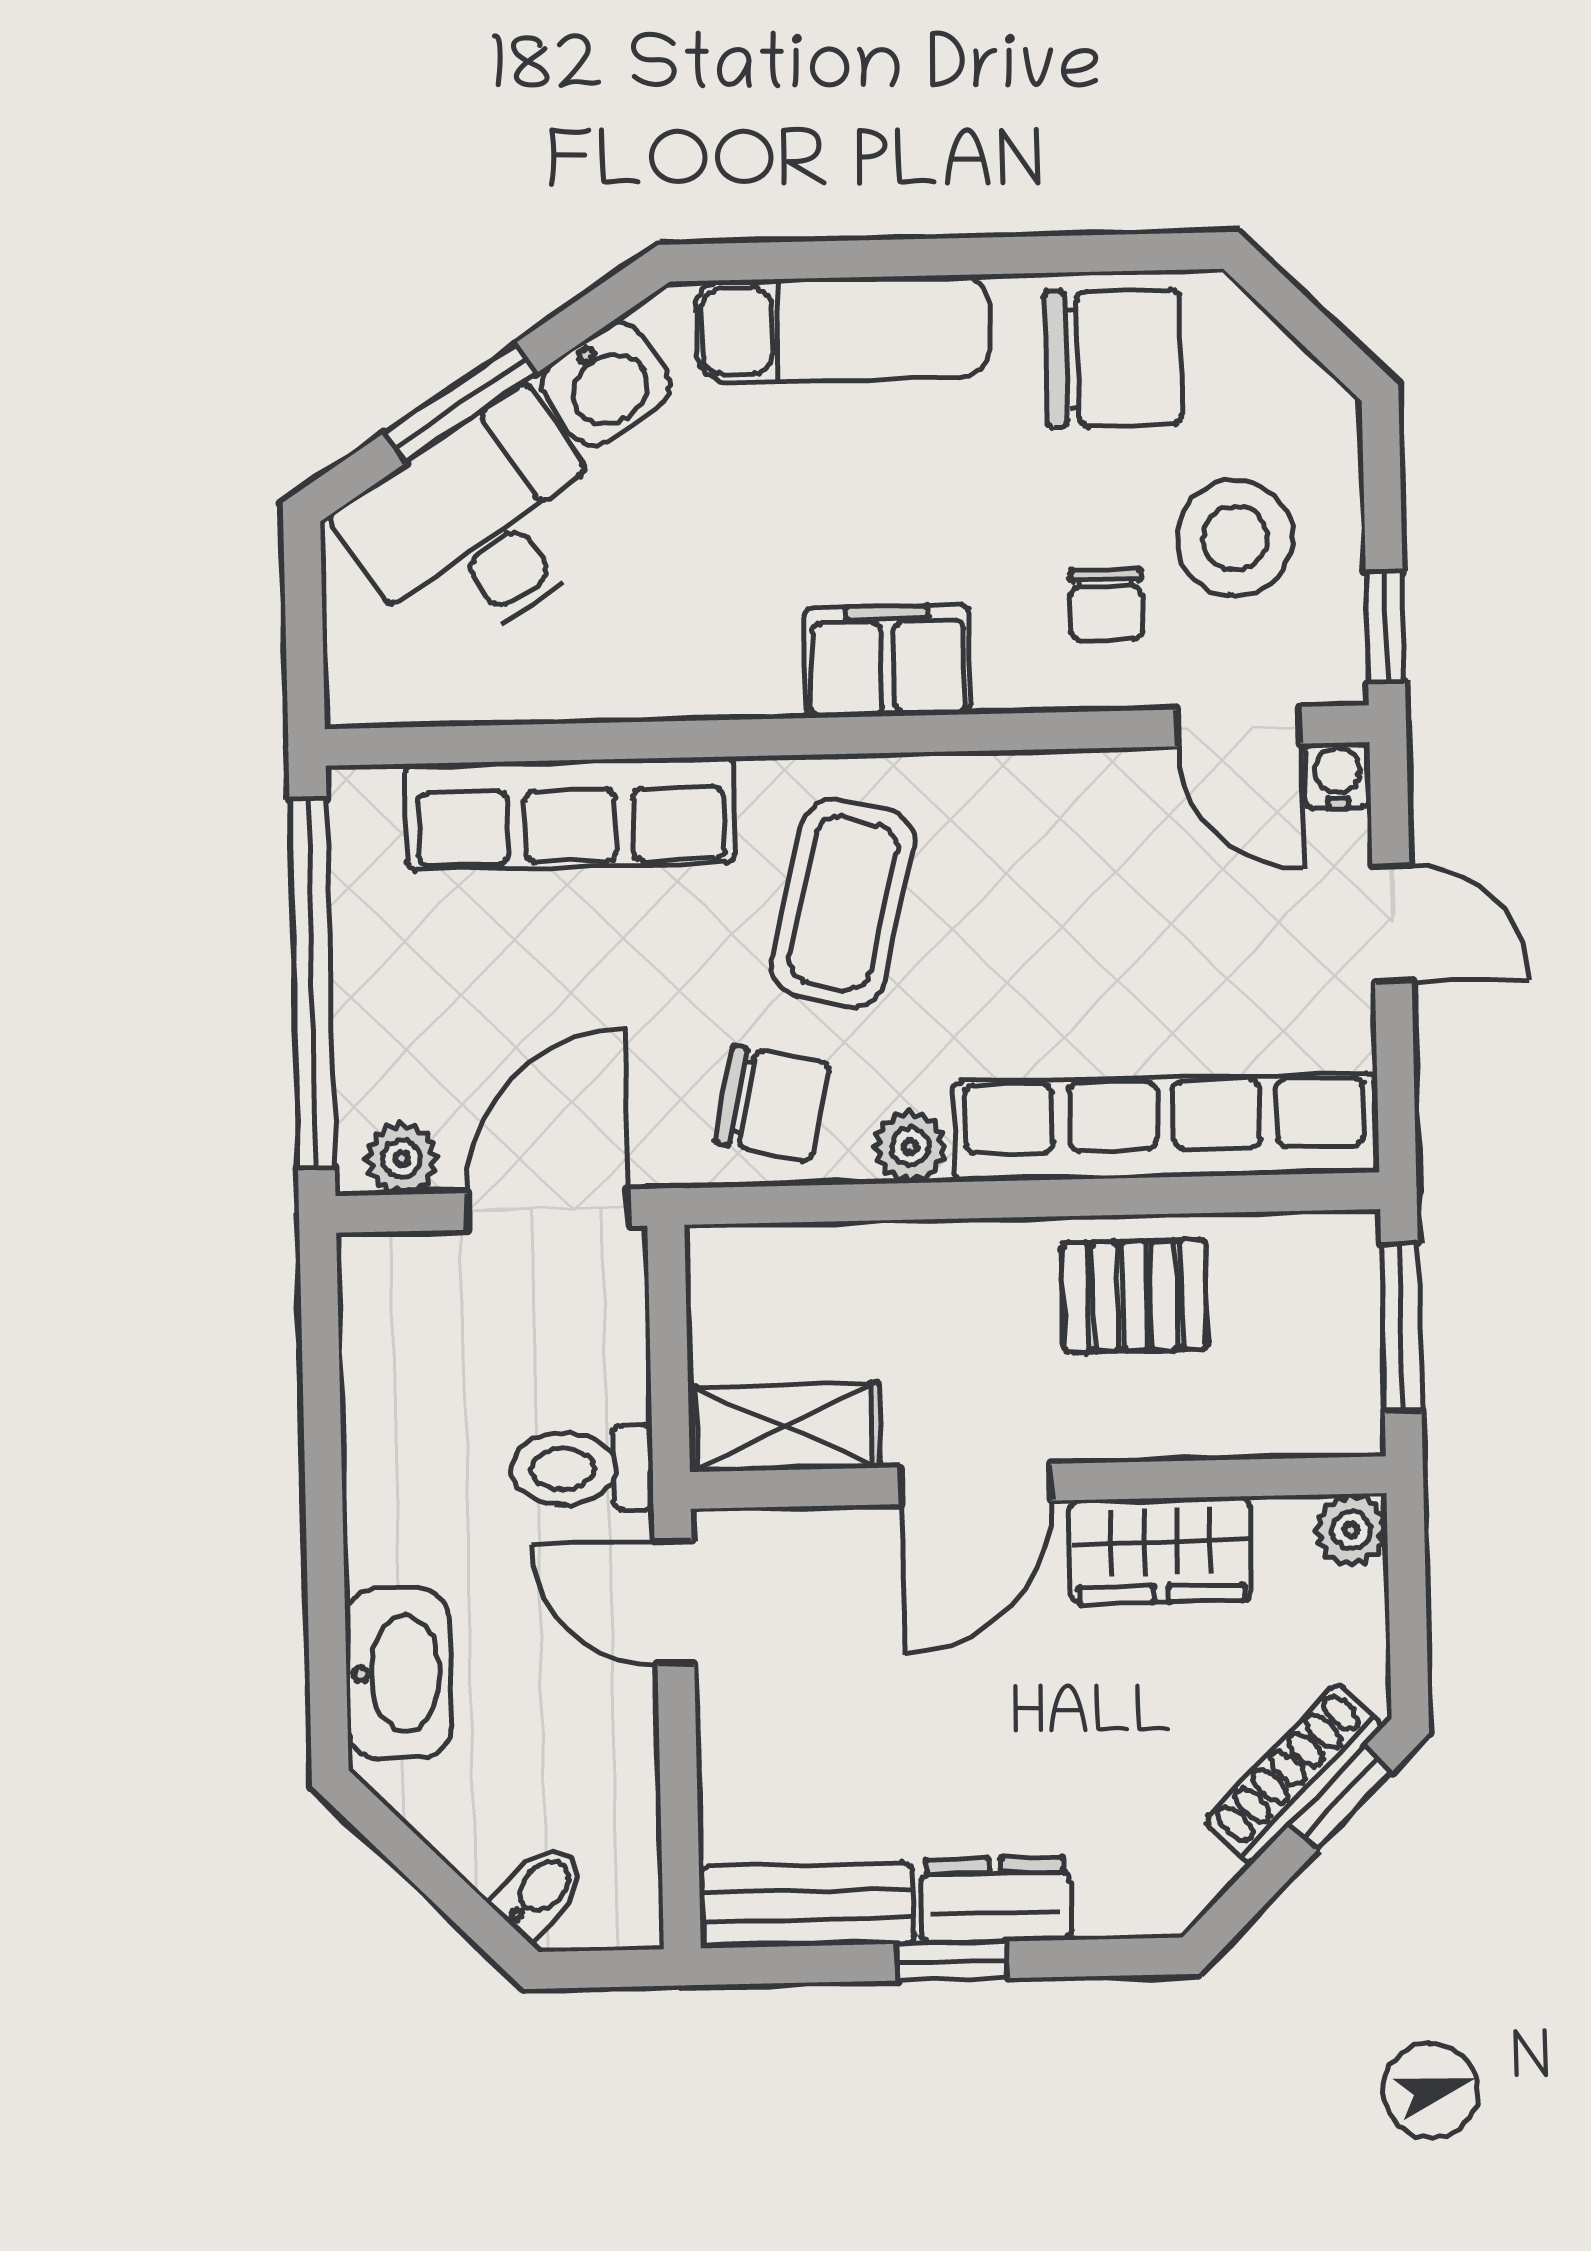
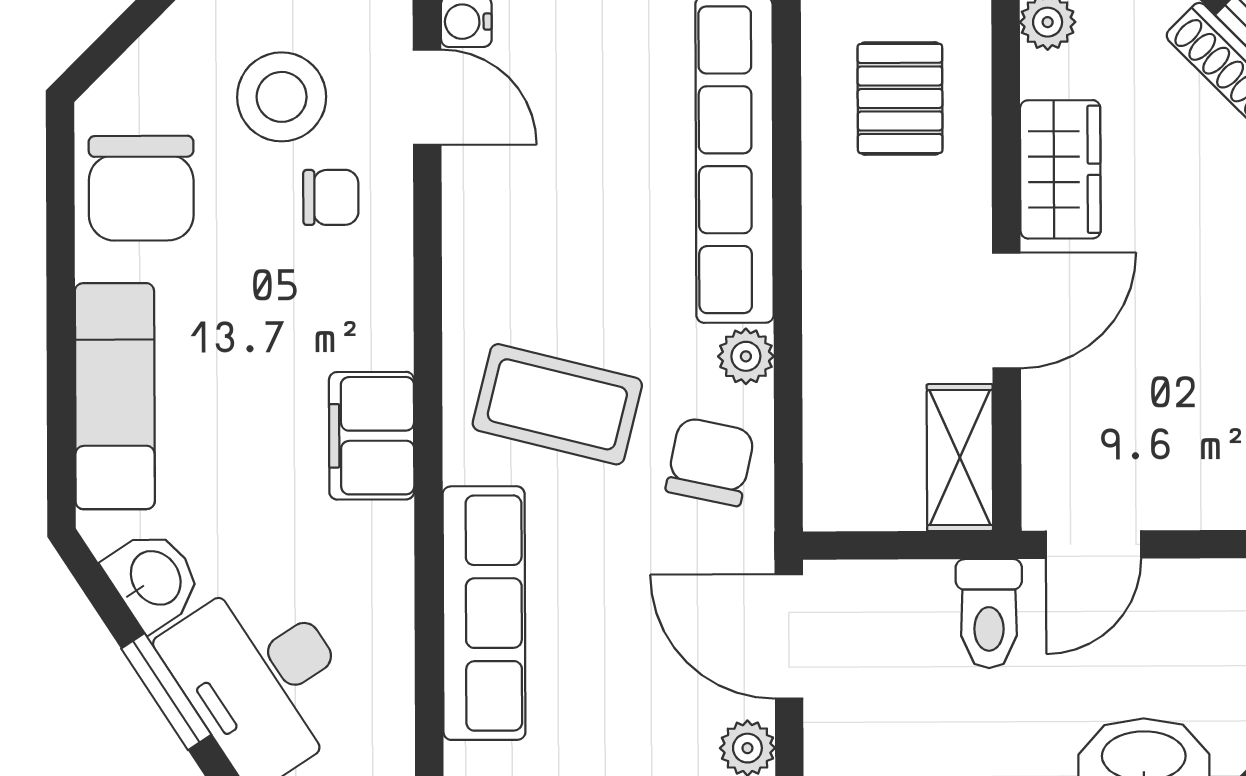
chair: (1113, 358) -> (141, 188), turned 180
filing cabinet: (888, 661) -> (372, 436), moved
door: (1238, 727) -> (427, 97), hinge flipped
pallet: (1135, 1296) -> (900, 98), moved
door: (976, 1484) -> (1007, 311), hinge flipped

